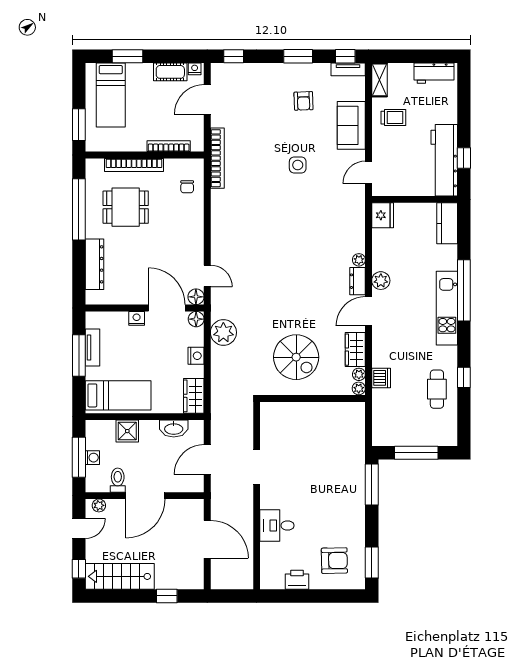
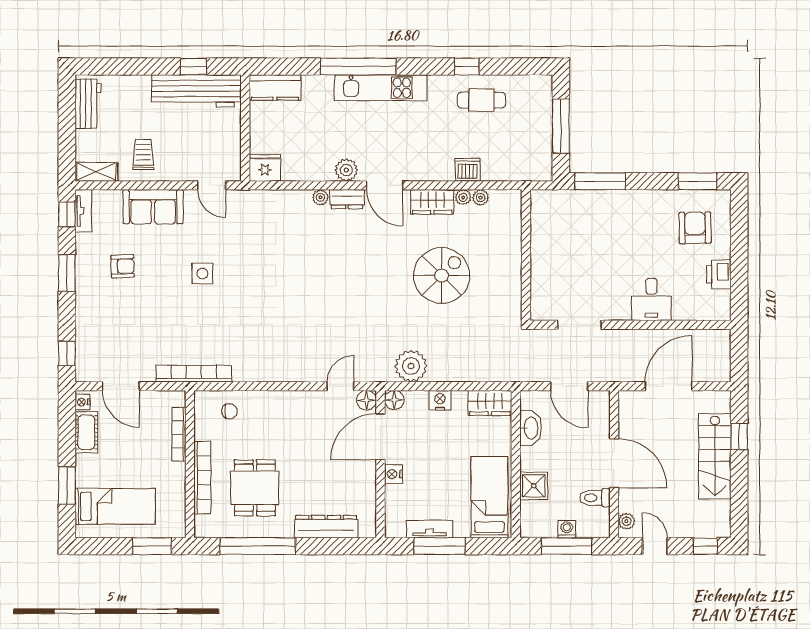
wall: (313, 399) -> (526, 255), moved
stairs: (120, 576) -> (715, 456), moved

